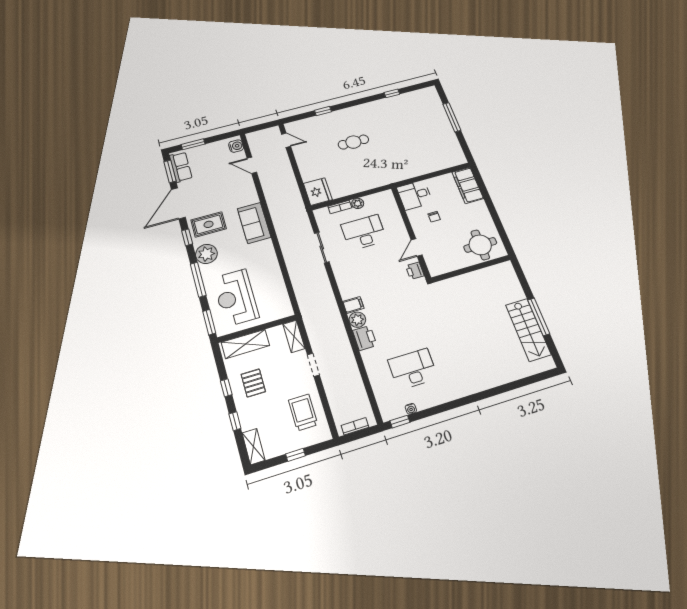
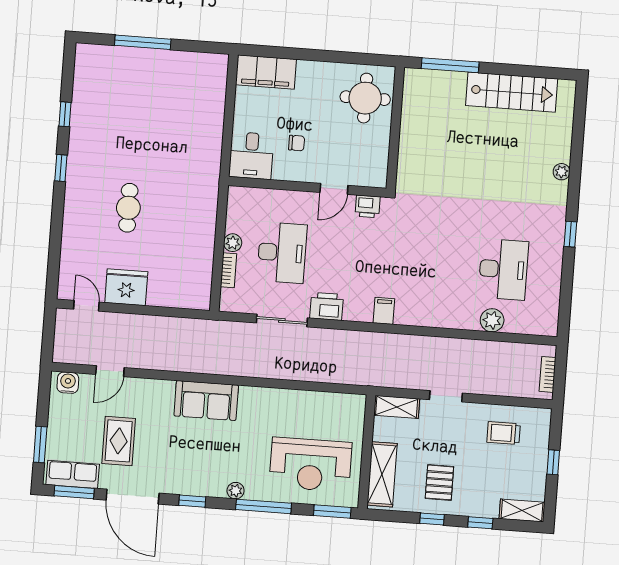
window: (323, 111) -> (61, 168), moved
door: (286, 140) -> (86, 306), hinge flipped
fridge: (318, 192) -> (126, 287), moved
rug: (209, 224) -> (119, 441), moved
desk: (364, 233) -> (282, 253), turned 180
door: (417, 248) -> (334, 189), hinge flipped
plant: (206, 254) -> (236, 491), width x0.53, depth x0.53
window: (539, 317) -> (450, 65), moved
plant: (357, 320) -> (492, 320), moved
printer: (365, 338) -> (327, 306), moved
desk: (413, 369) -> (503, 269), turned 180
plant: (494, 381) -> (562, 172), added
pallet: (253, 383) -> (439, 482), turned 90
water cooler: (411, 409) -> (554, 294), removed
trolley: (303, 412) -> (504, 433), width x0.73, depth x0.72
window: (400, 422) -> (570, 234), moved

